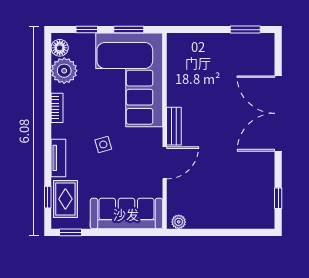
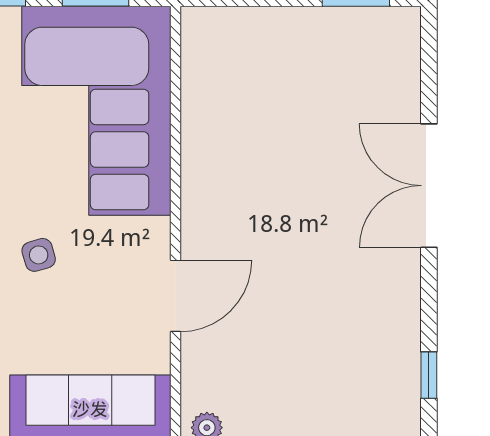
double door: (278, 113) -> (429, 186), width x0.73
bench: (174, 126) -> (196, 214), removed

